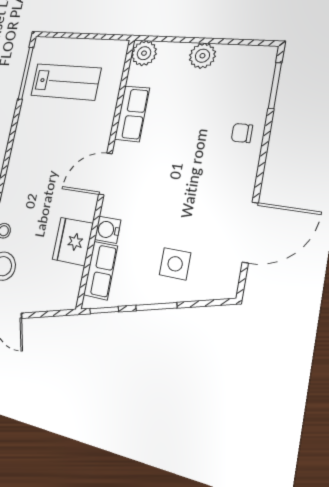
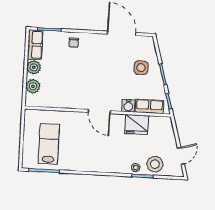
plant: (144, 53) -> (33, 86), moved
row of seats: (132, 114) -> (35, 45), moved, turned 90

